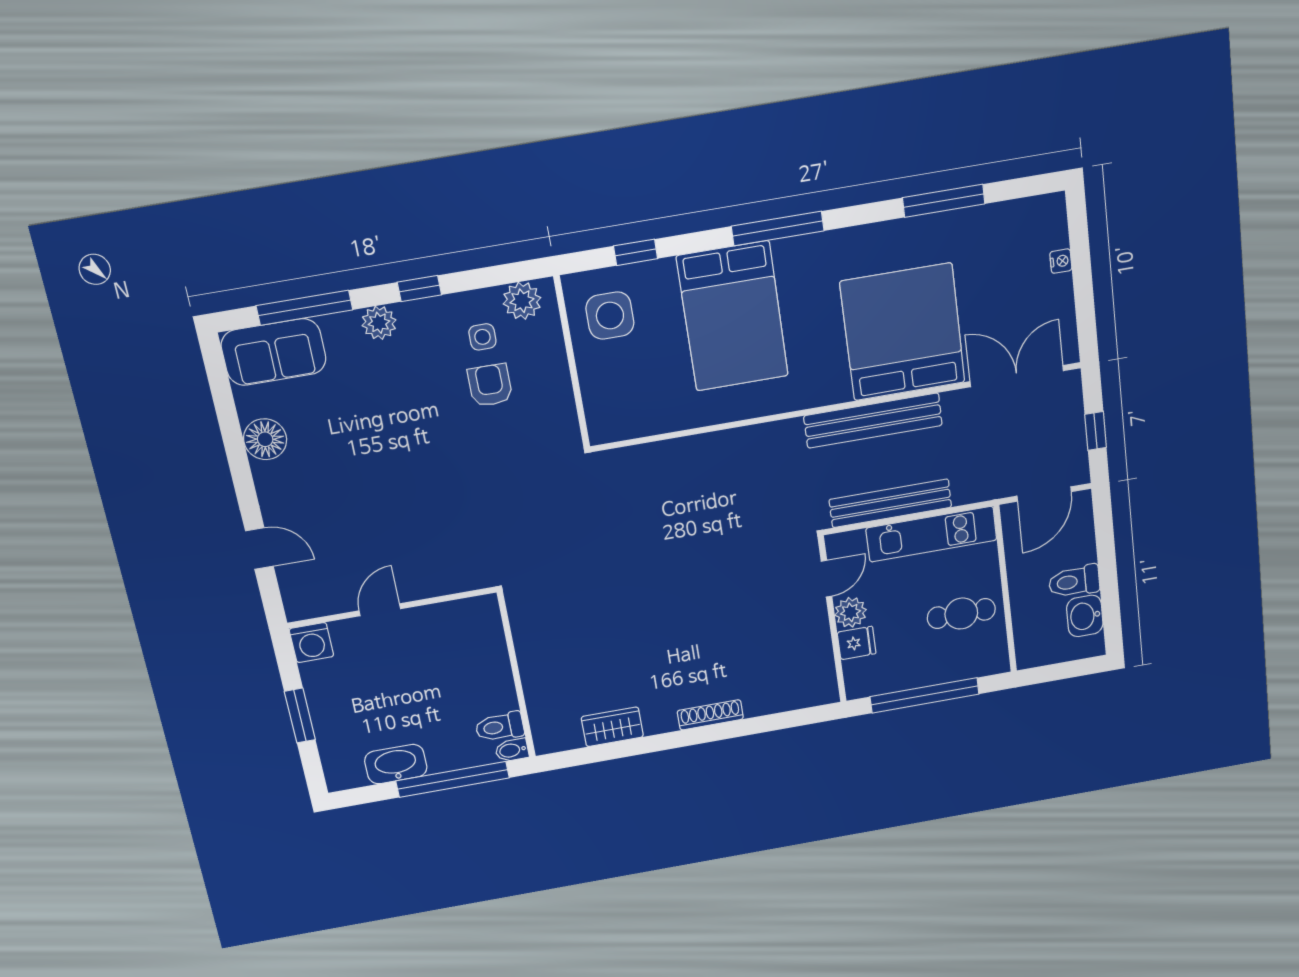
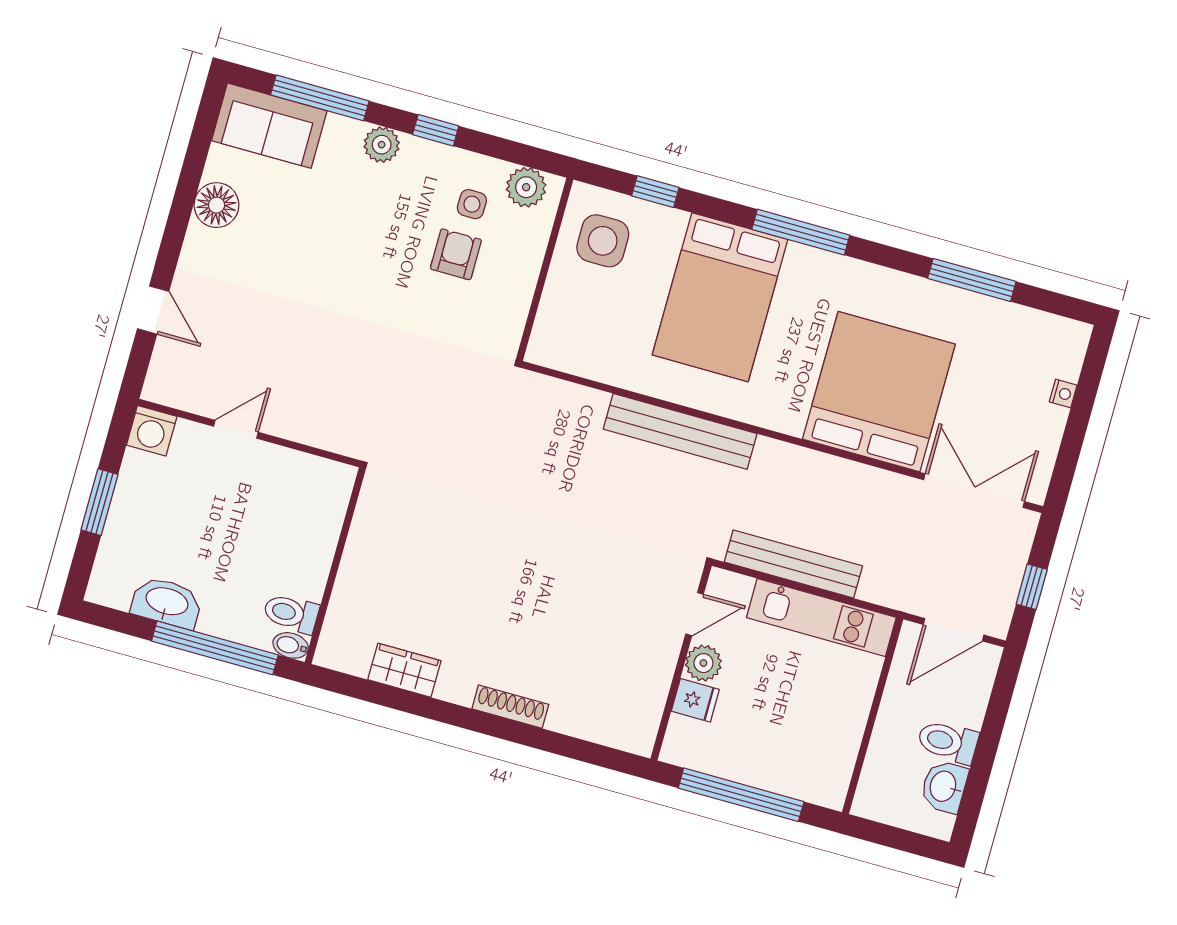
bench: (873, 421) -> (680, 431), moved
cafe table: (961, 614) -> (817, 720), removed

